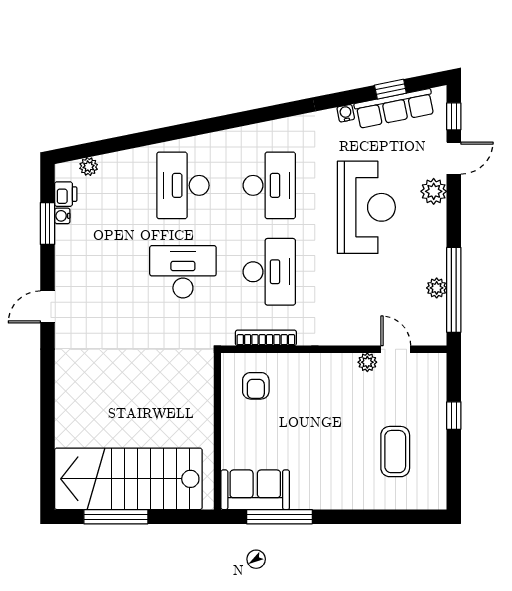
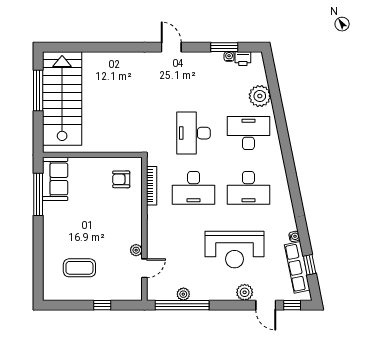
plant: (89, 167) -> (260, 96), moved, width x1.88, depth x1.88
desk: (183, 272) -> (194, 133), turned 180

